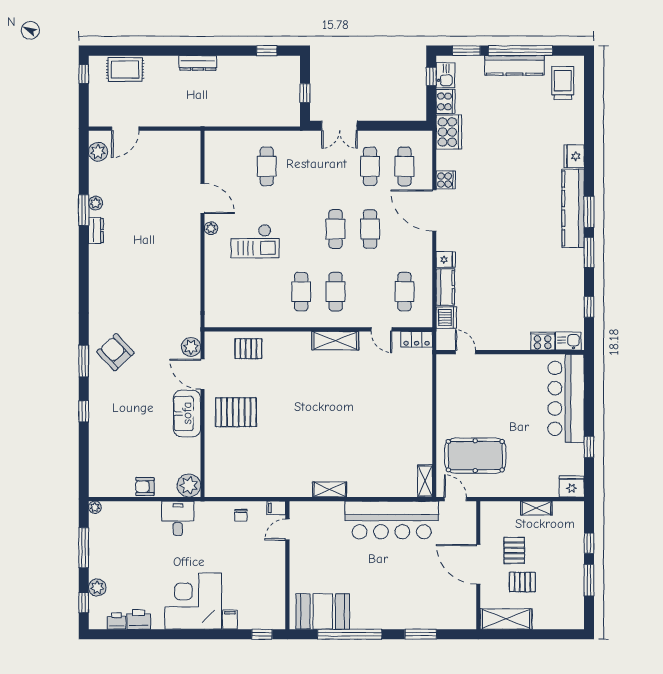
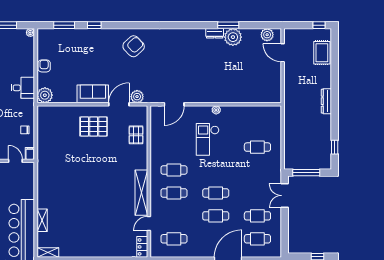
window: (305, 93) -> (306, 173), width x2.17
door: (202, 199) -> (174, 104), moved
plant: (96, 203) -> (233, 37), width x1.88, depth x1.88
shelving: (335, 341) -> (141, 193), width x1.47
window: (84, 361) -> (64, 25), moved
pallet: (236, 412) -> (94, 127), turned 90
shelving: (330, 489) -> (42, 220), moved

